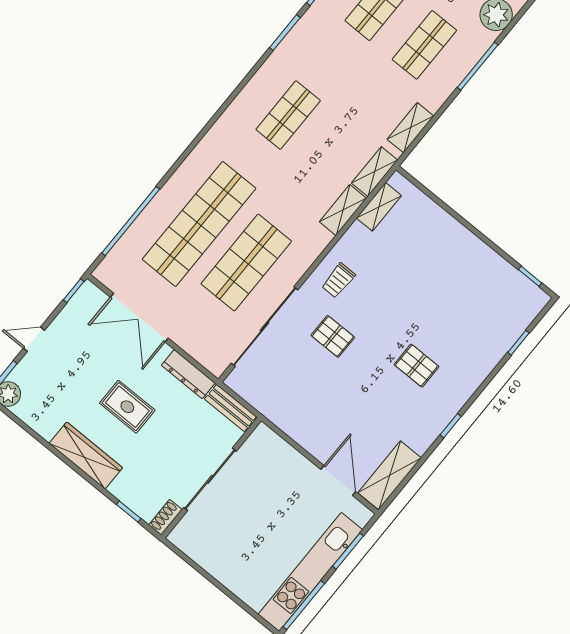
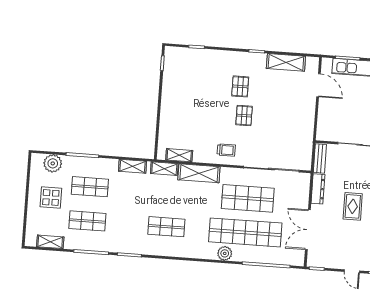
plant: (190, 173) -> (225, 253), added
shelving: (343, 210) -> (199, 173), width x1.50, depth x1.33
double door: (139, 318) -> (308, 230), swing flipped
pallet: (333, 336) -> (244, 116), moved
shelving: (390, 475) -> (286, 62), moved
door: (338, 481) -> (318, 85), swing flipped

